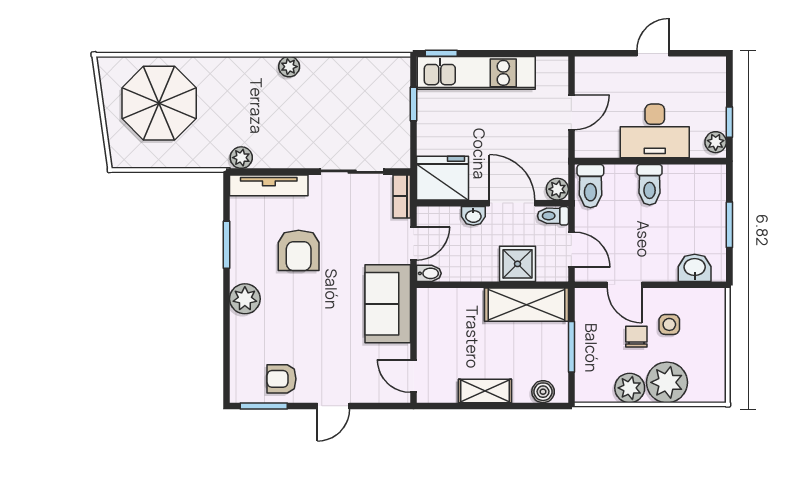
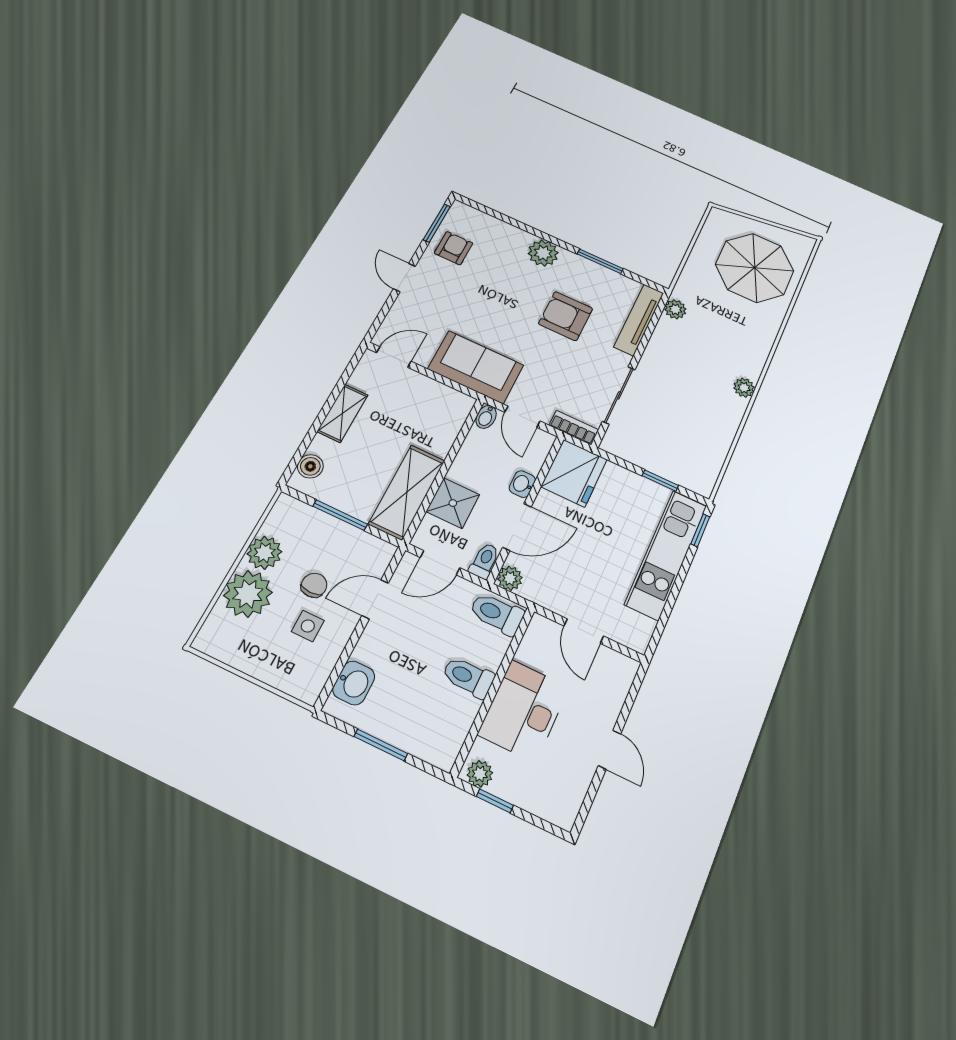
chair: (636, 337) -> (314, 585), turned -90

